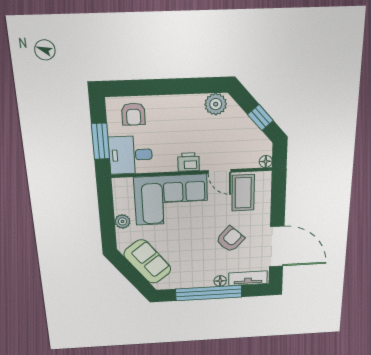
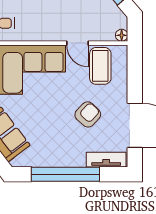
printer: (188, 162) -> (48, 32), removed
floor lamp: (220, 281) -> (77, 161), removed

